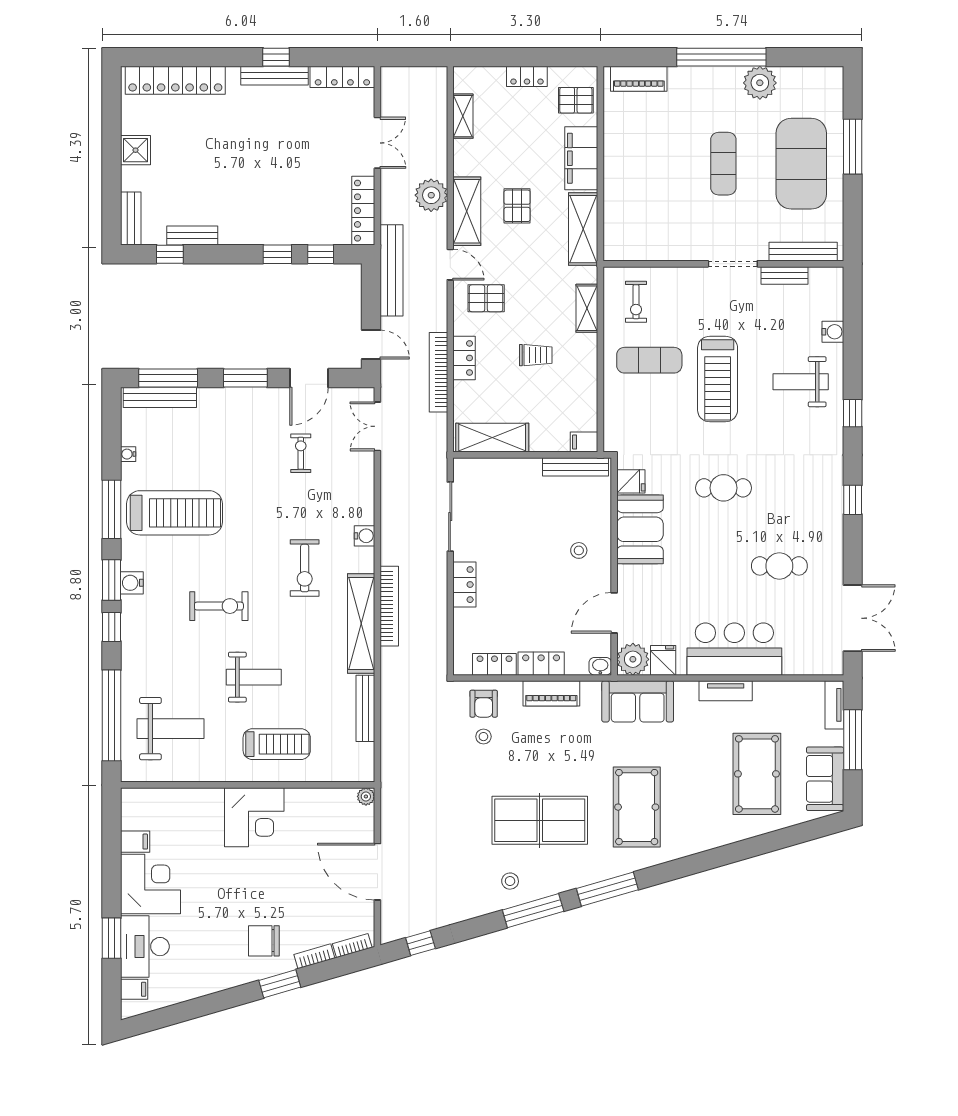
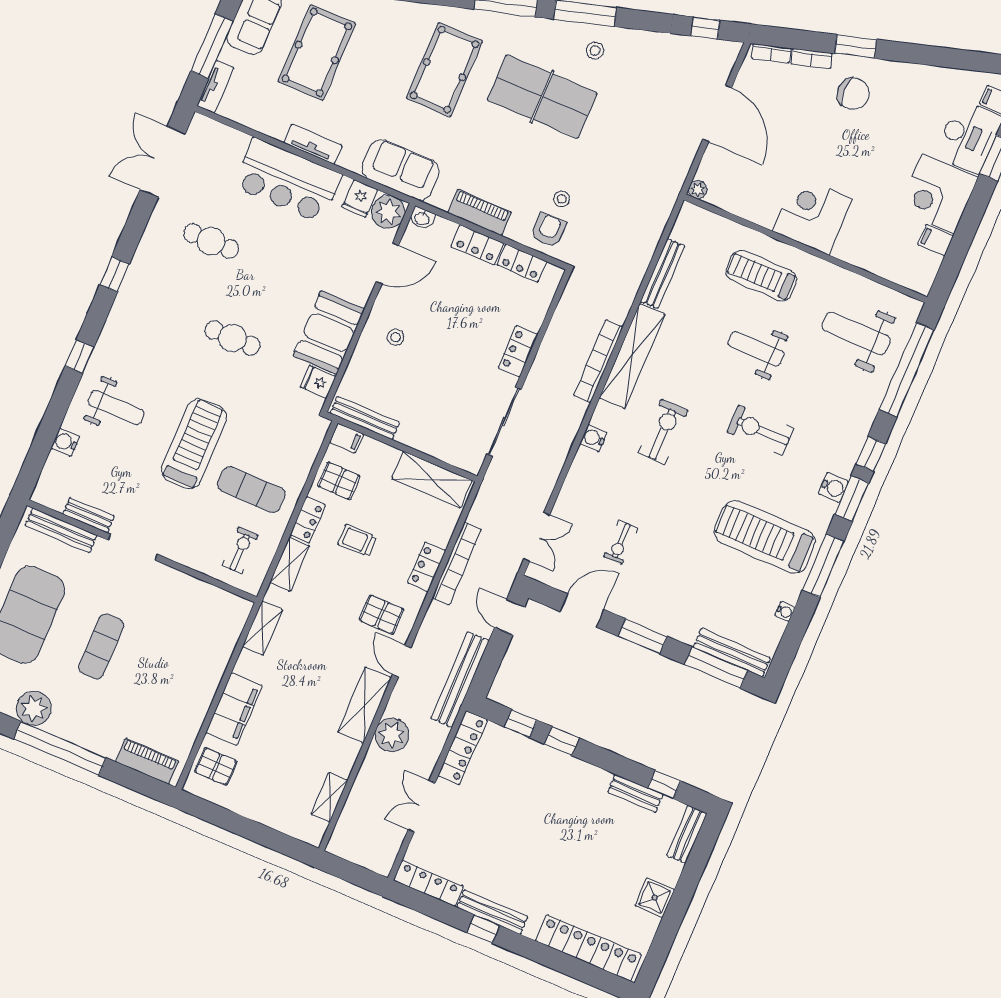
locker: (527, 76) -> (308, 520), moved, turned 90
pallet: (517, 206) -> (339, 481), moved, turned 90
shelving: (583, 229) -> (263, 628), width x0.67, depth x0.75

